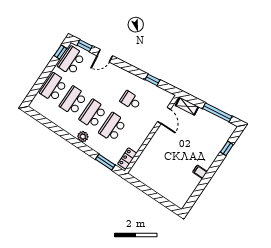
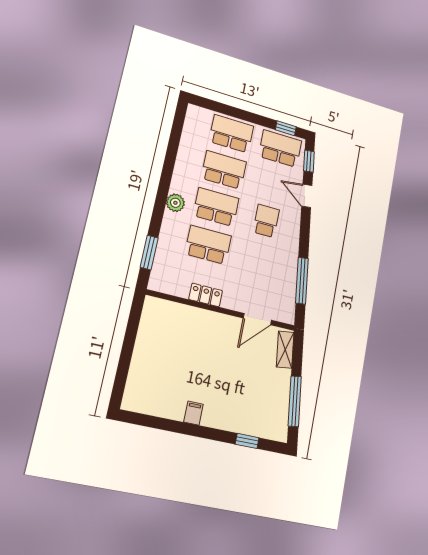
window: (153, 80) -> (302, 281), width x2.17
school desk: (131, 100) -> (266, 221), moved
locker: (127, 159) -> (206, 295), moved

